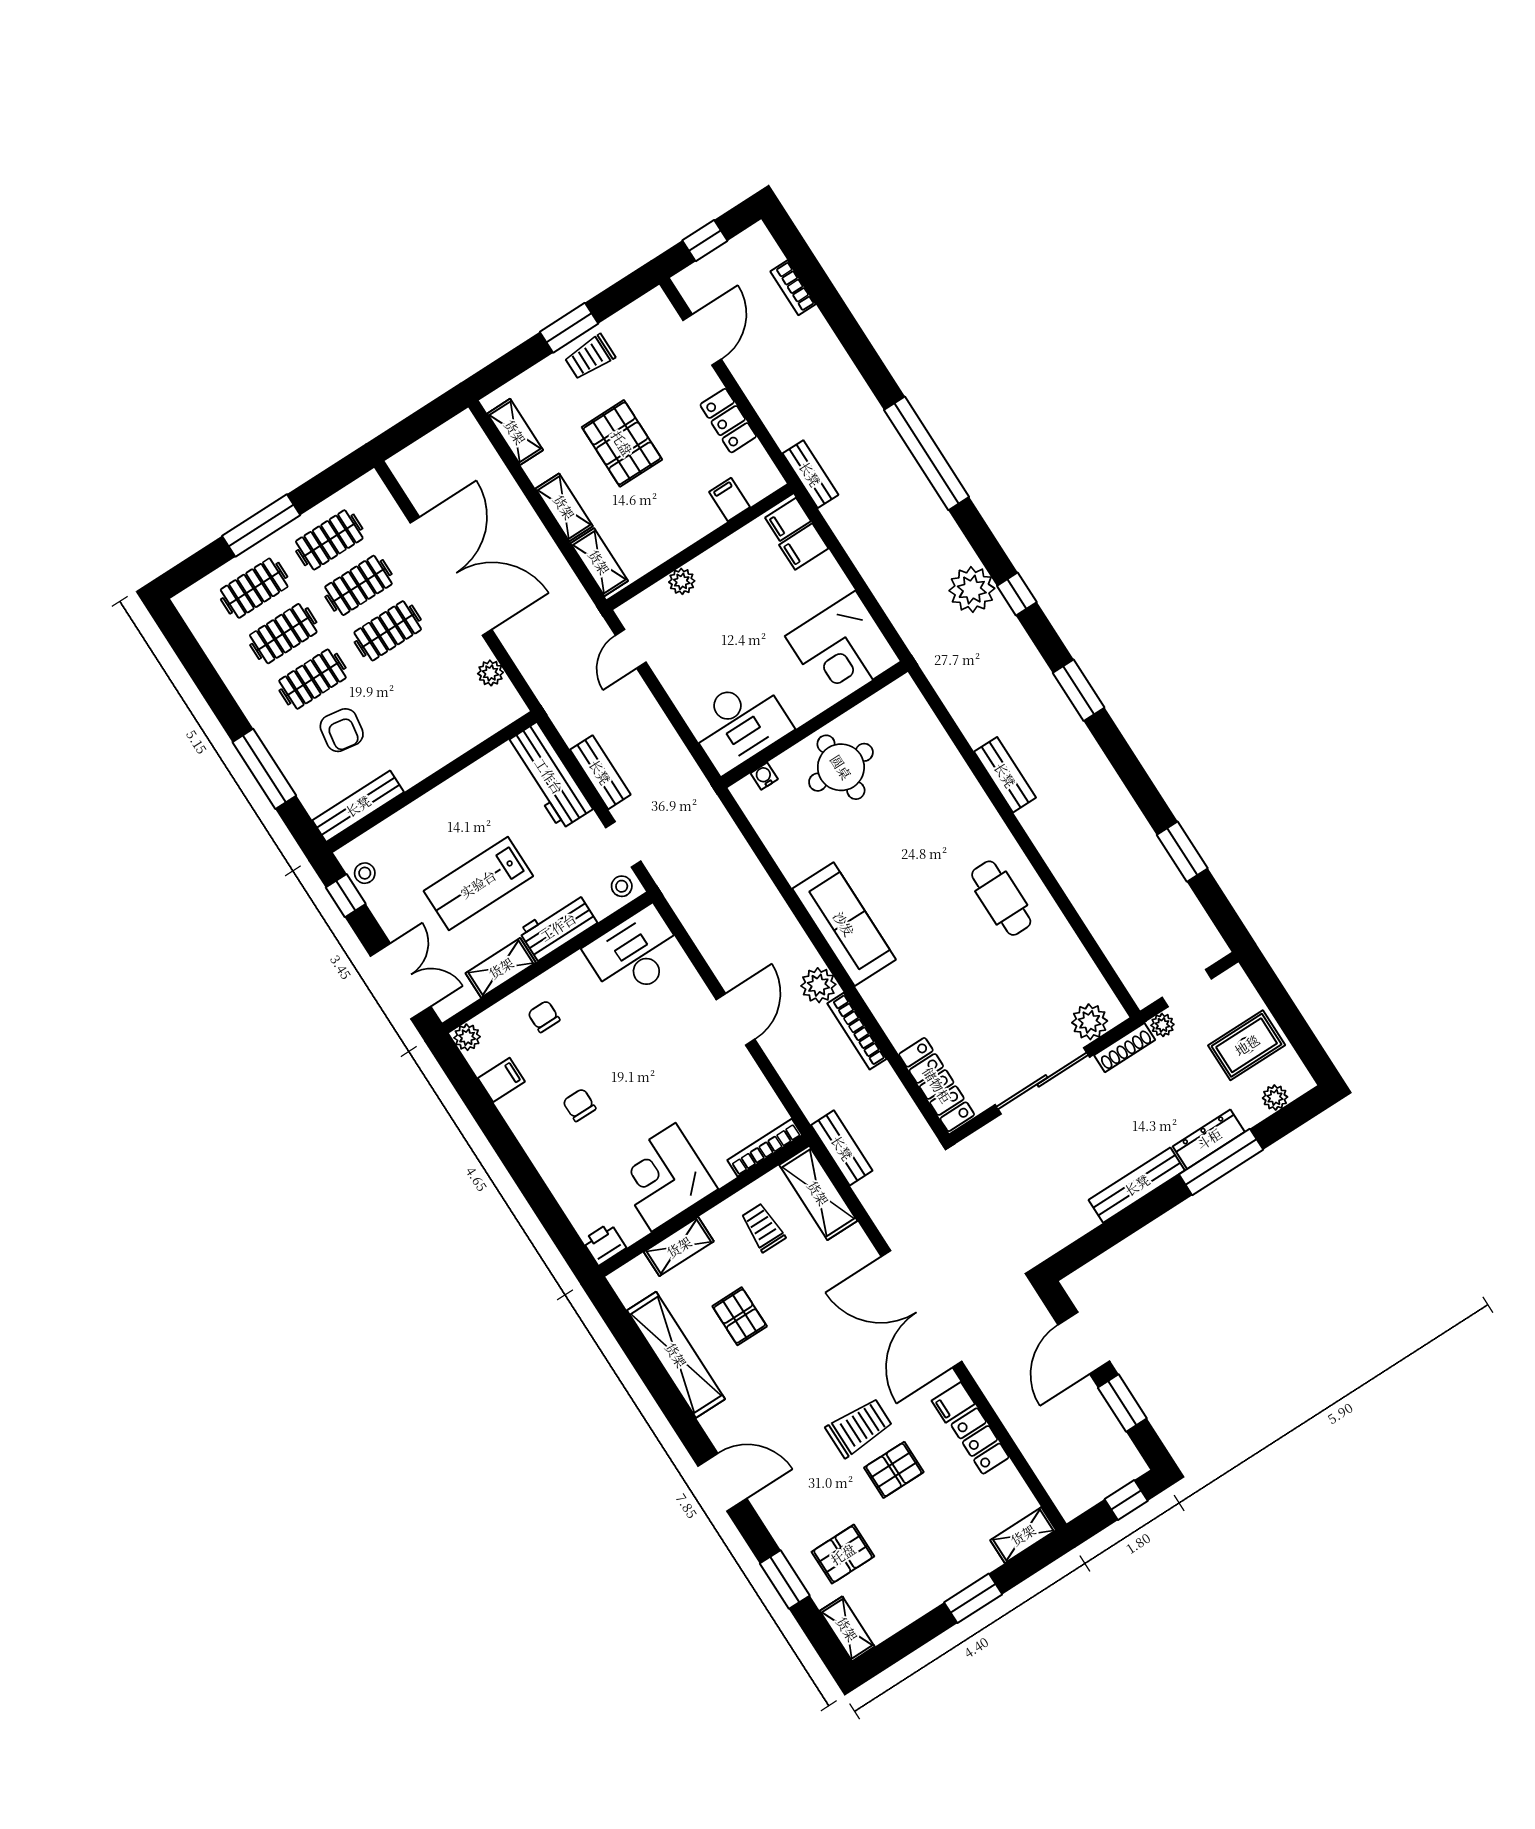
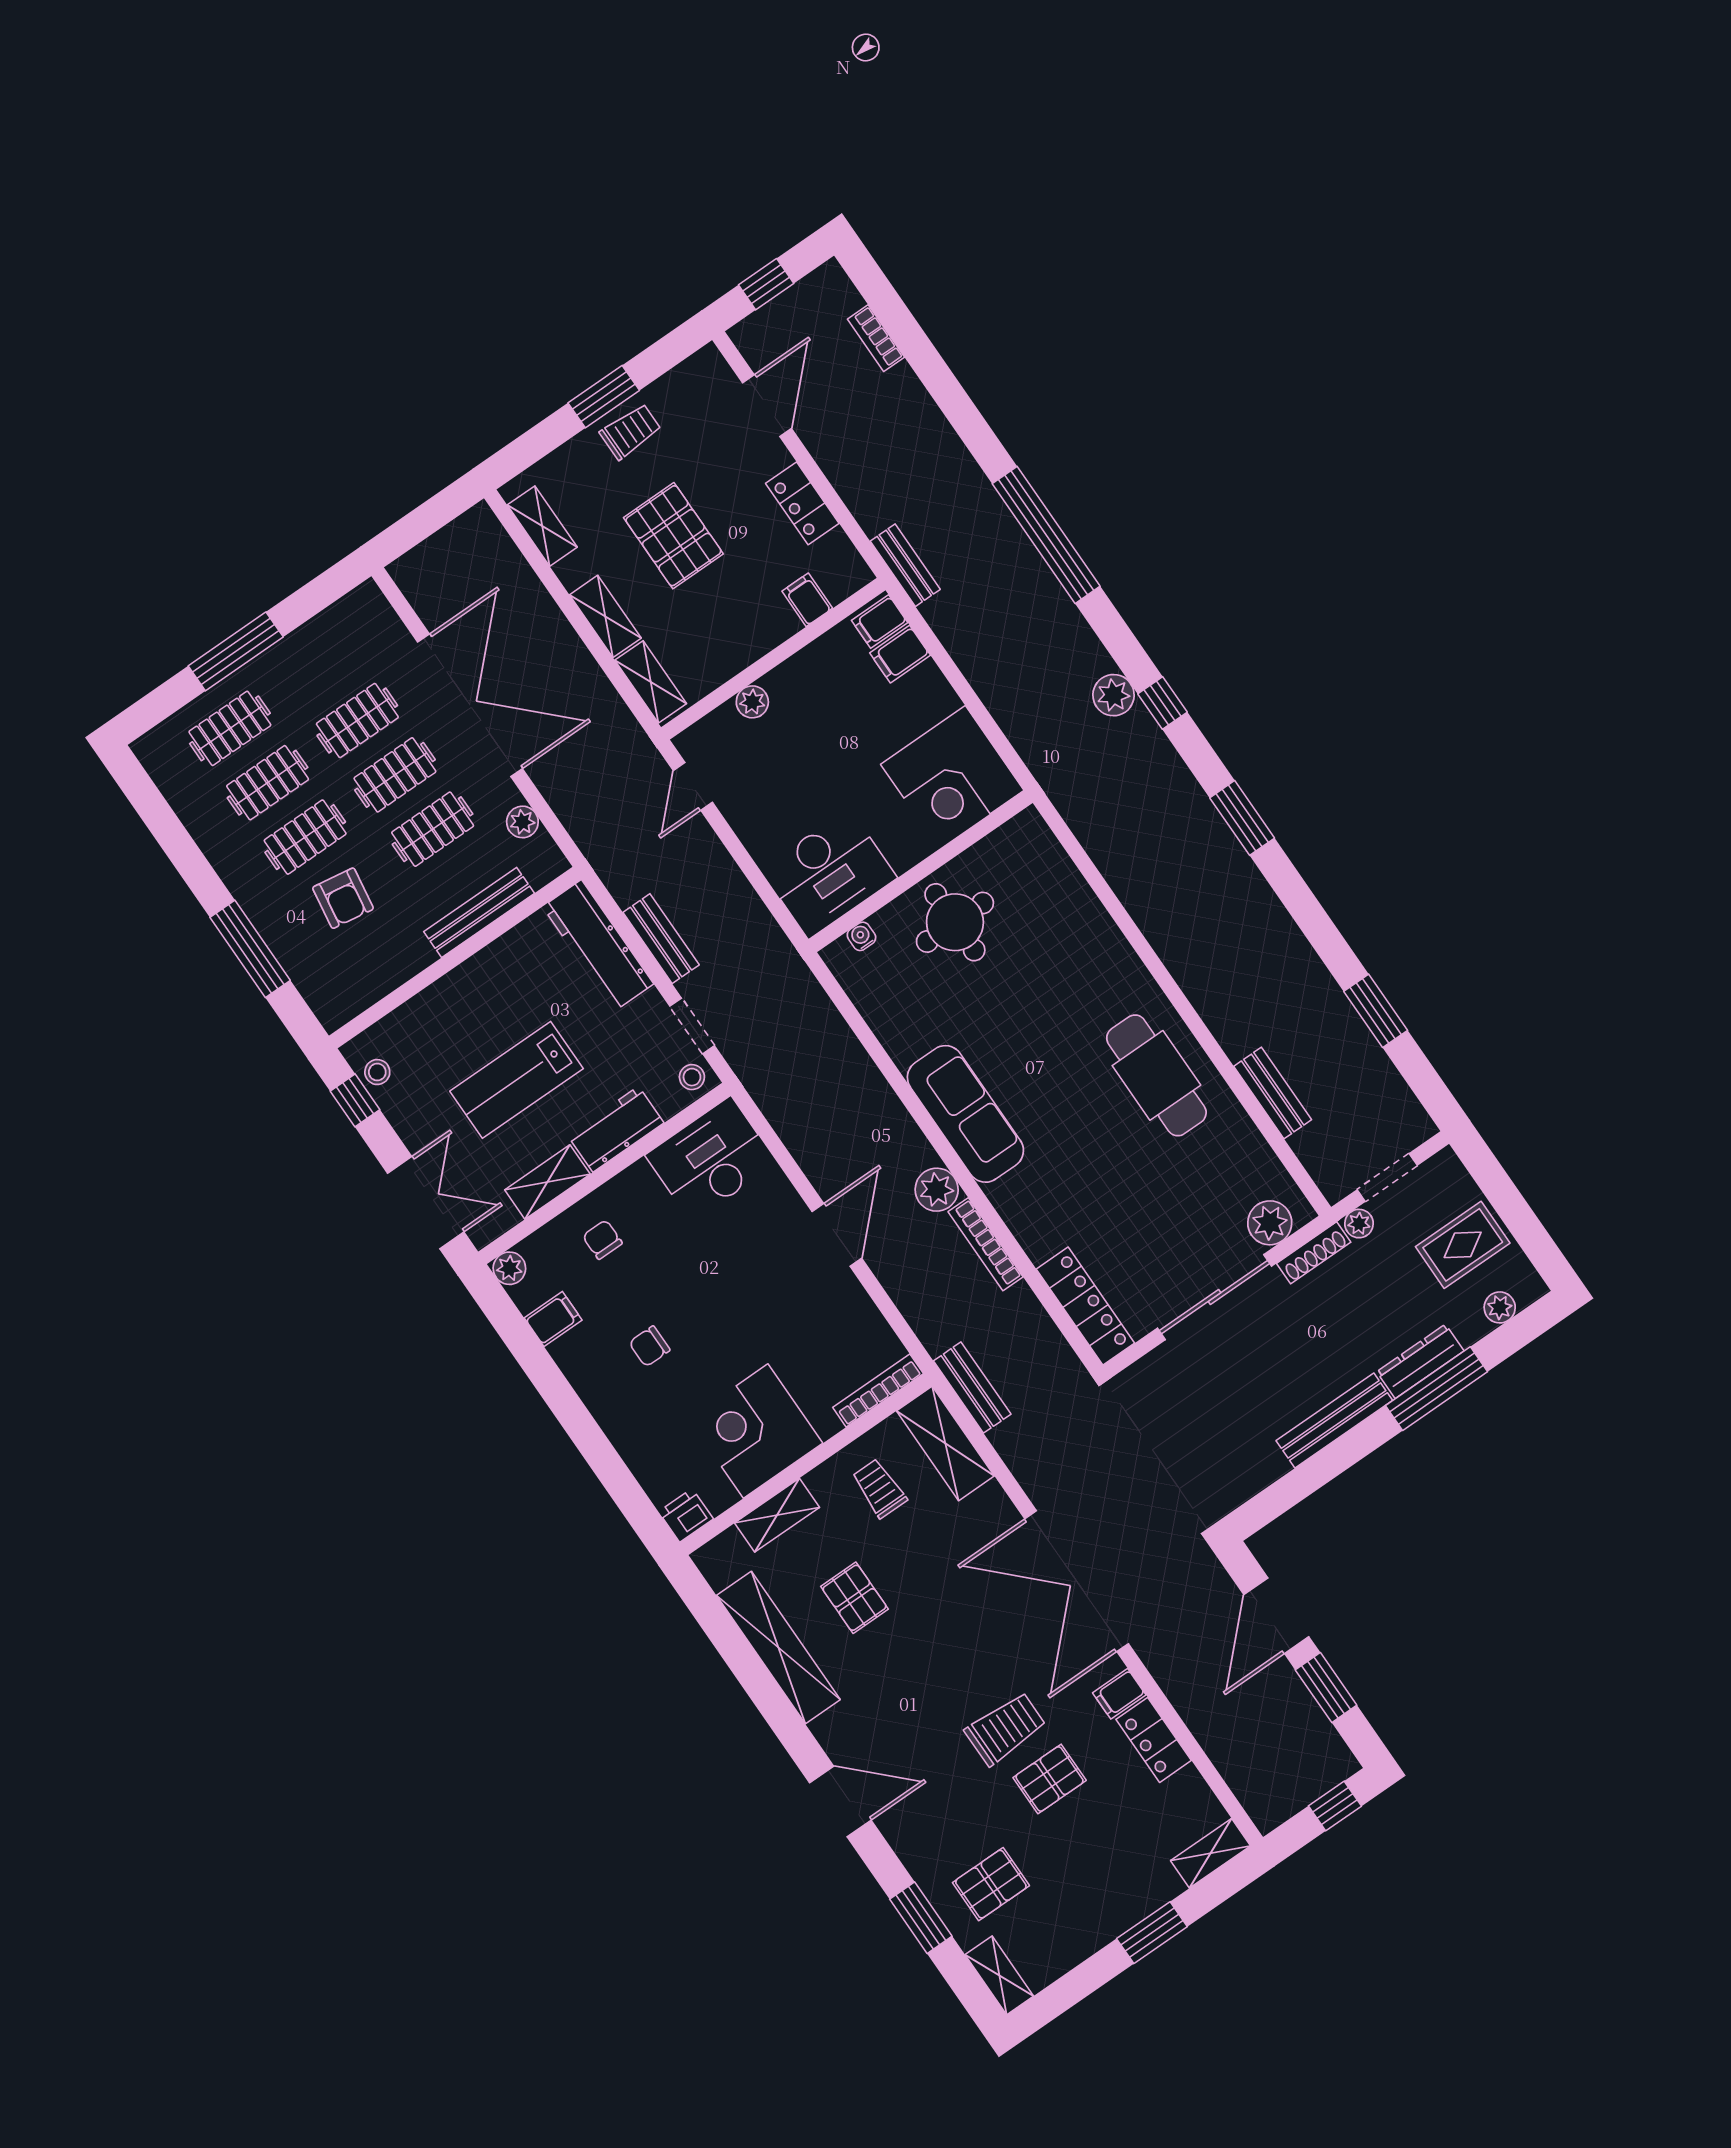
trolley: (590, 357) -> (630, 431), turned 180
clothes rail: (329, 540) -> (433, 829), moved
plant: (972, 590) -> (1114, 695), width x0.73, depth x0.73
bench: (1005, 775) -> (1273, 1093), moved
bench: (358, 806) -> (479, 913), moved
cafe table: (1001, 898) -> (1156, 1075), width x1.37, depth x1.35
chair: (579, 1105) -> (650, 1346), turned -90

